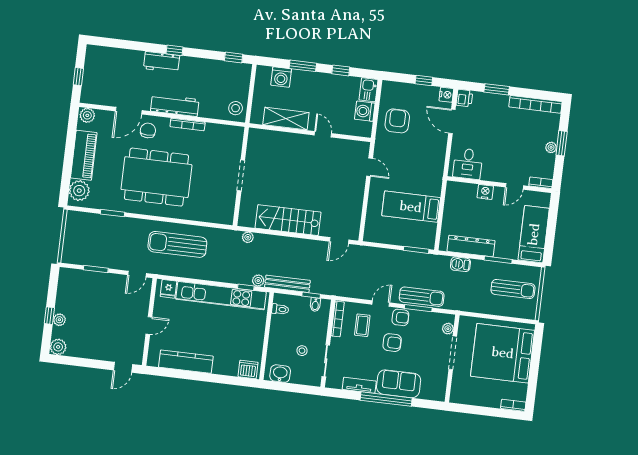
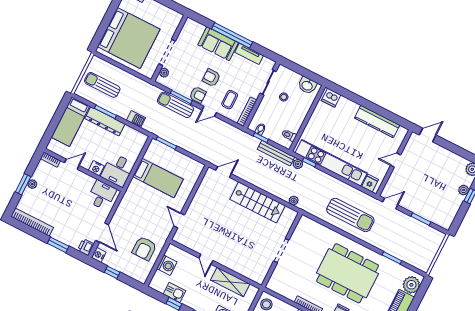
kitchen sink: (368, 90) -> (174, 292), moved, turned -90
desk: (460, 199) -> (118, 170), added
dresser: (471, 246) -> (105, 121), moved
armchair: (400, 317) -> (198, 95), turned 180

